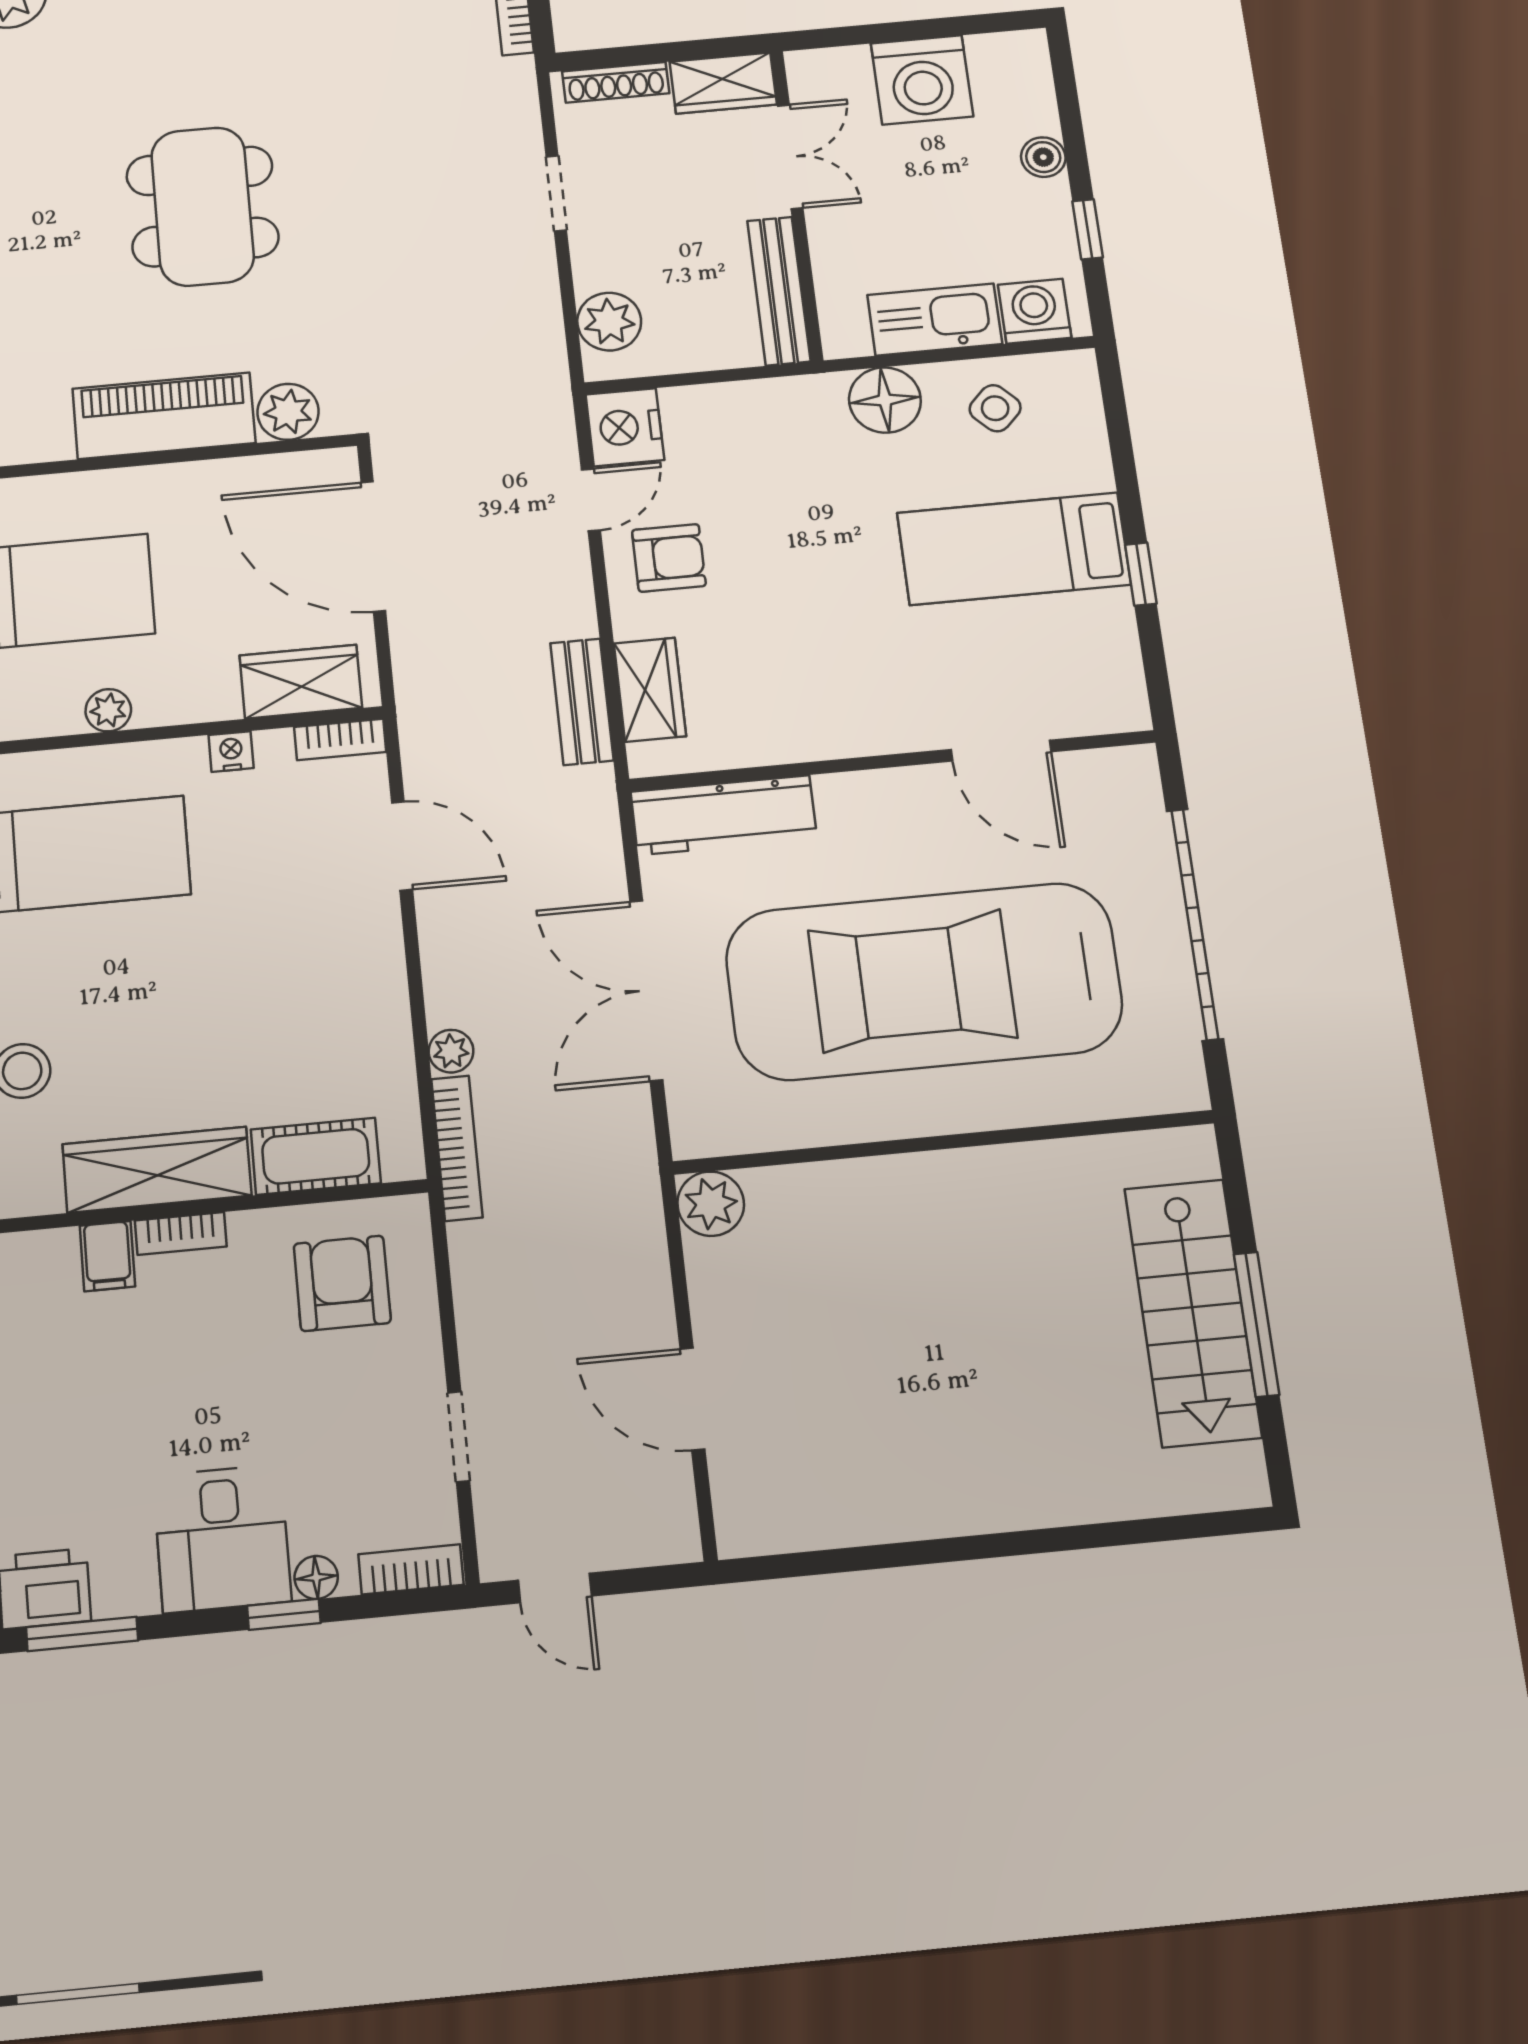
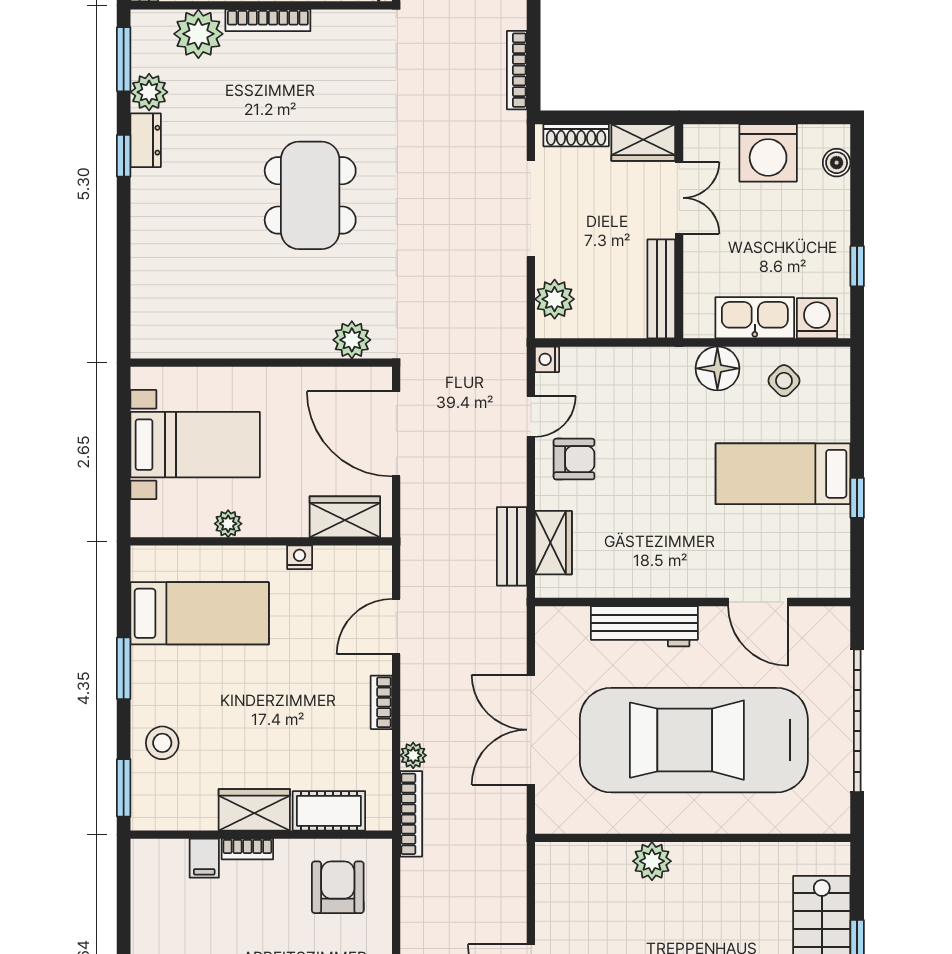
boiler: (1043, 157) -> (837, 163), moved
doorway: (556, 193) -> (531, 208), width x1.87
piano: (164, 416) -> (276, 335), removed
nightstand: (625, 427) -> (547, 359), width x0.53, depth x0.56
bookcase: (340, 740) -> (381, 702), moved, turned 90
workbench: (724, 815) -> (644, 626), moved
door: (402, 846) -> (396, 627), swing flipped
wardrobe: (157, 1170) -> (254, 810), width x0.67
plant: (711, 1204) -> (652, 861), moved

